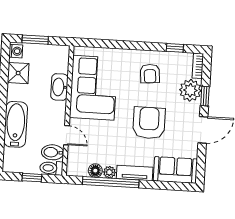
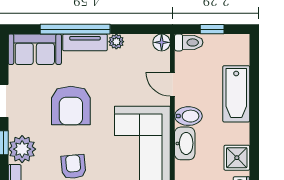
bidet: (53, 152) -> (188, 116), moved
floor lamp: (95, 171) -> (162, 42), moved
window: (111, 182) -> (75, 29), moved

